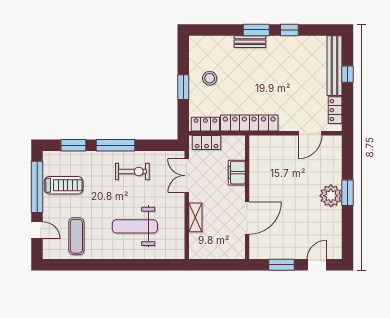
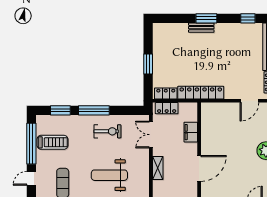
window: (289, 30) -> (248, 18), moved
stool: (210, 78) -> (169, 57), removed
door: (37, 230) -> (31, 178), swing flipped

